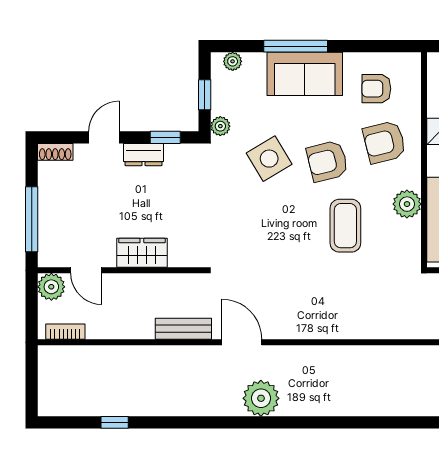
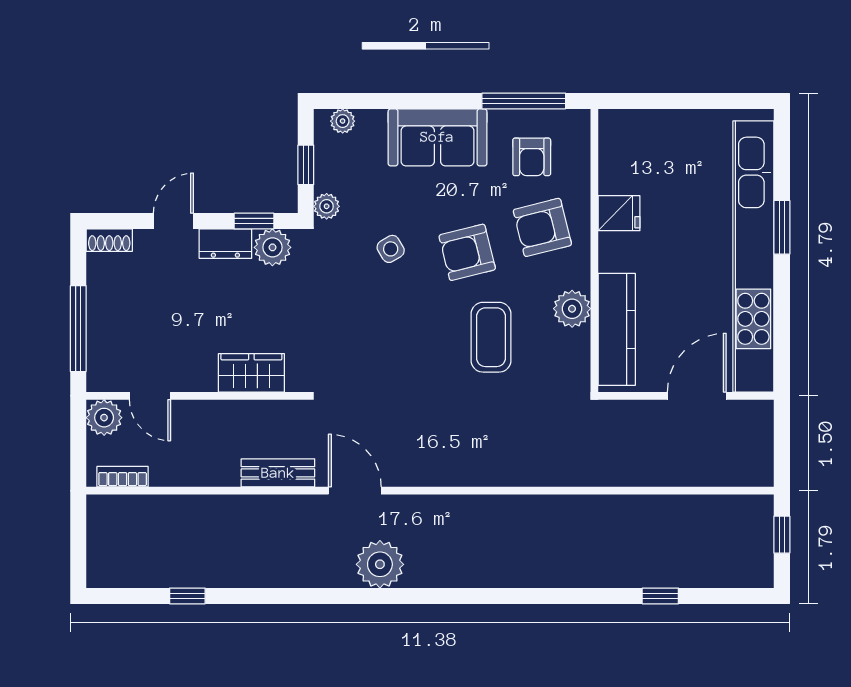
window: (296, 46) -> (524, 101), moved
armchair: (376, 89) -> (532, 157), turned -90
plant: (179, 157) -> (272, 247), added
side table: (269, 159) -> (391, 249), width x0.54, depth x0.54
wardrobe: (142, 253) -> (251, 373), moved

